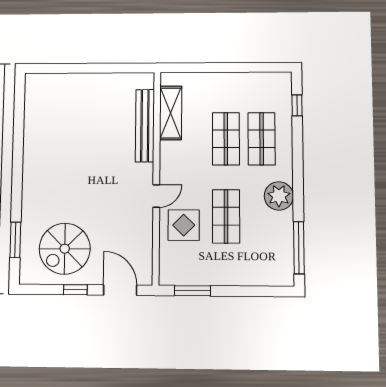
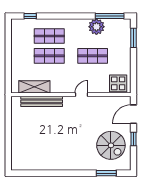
door: (156, 196) -> (81, 95), hinge flipped
plant: (279, 196) -> (96, 27), moved
display table: (184, 225) -> (118, 83), moved
window: (192, 291) -> (134, 38), moved

